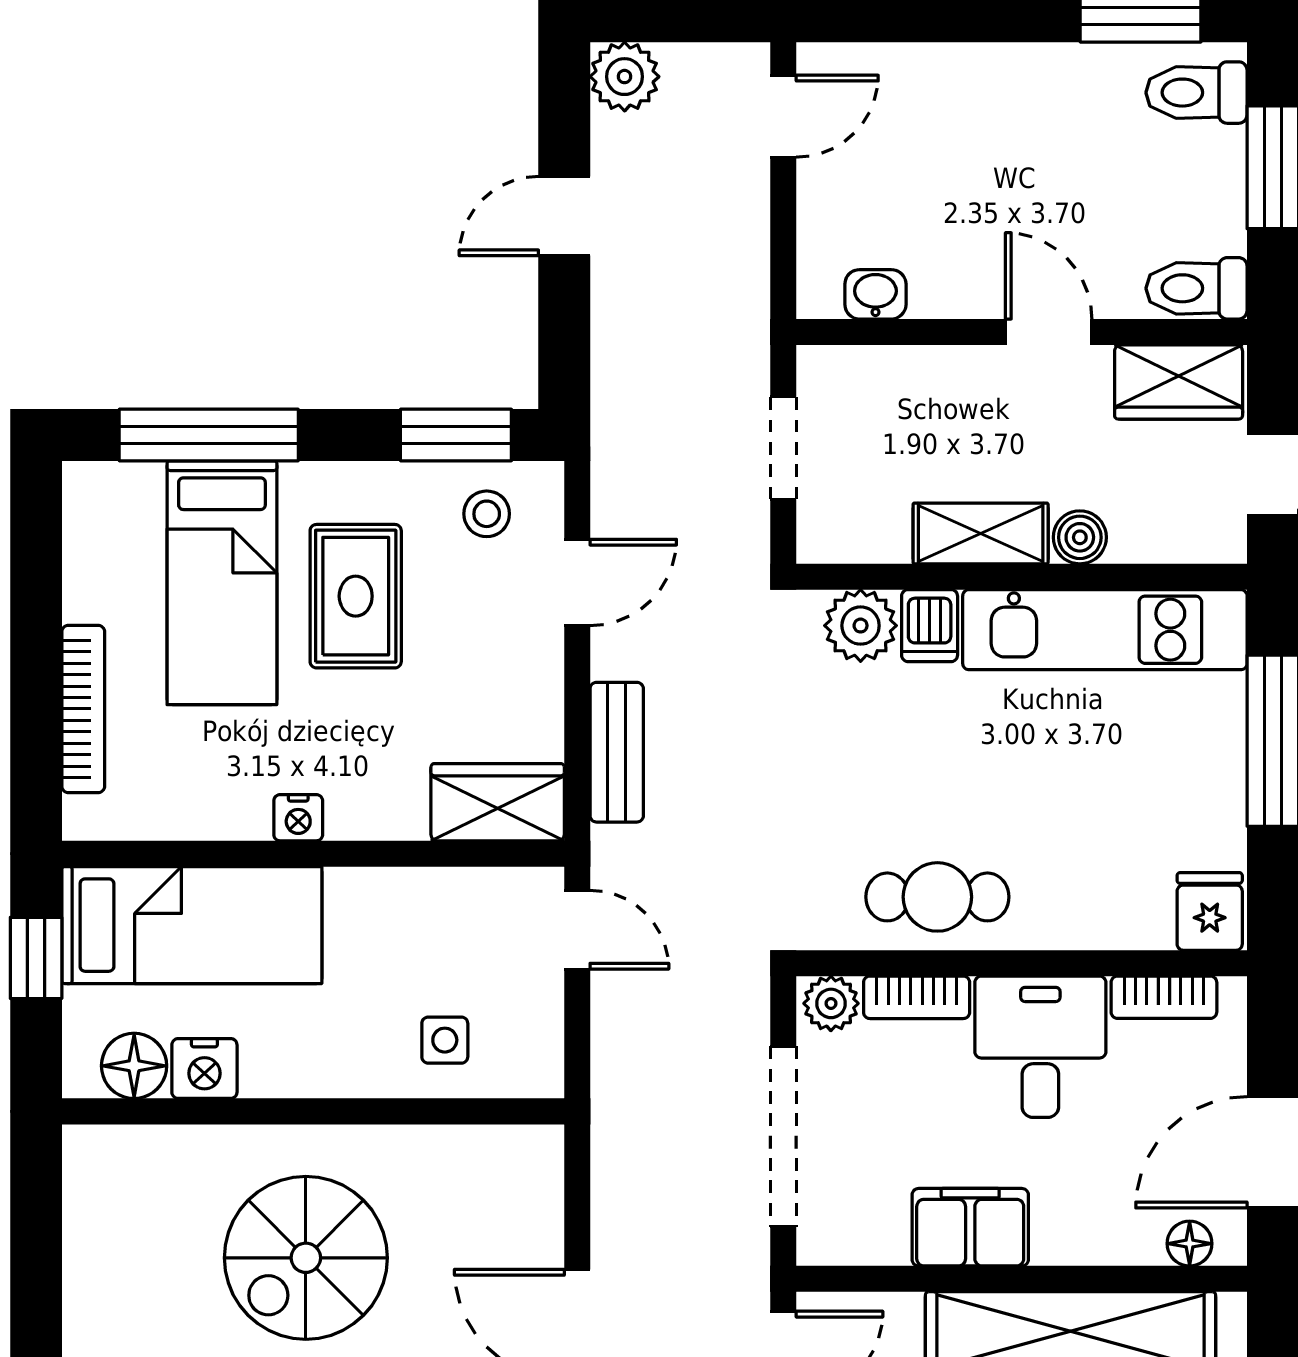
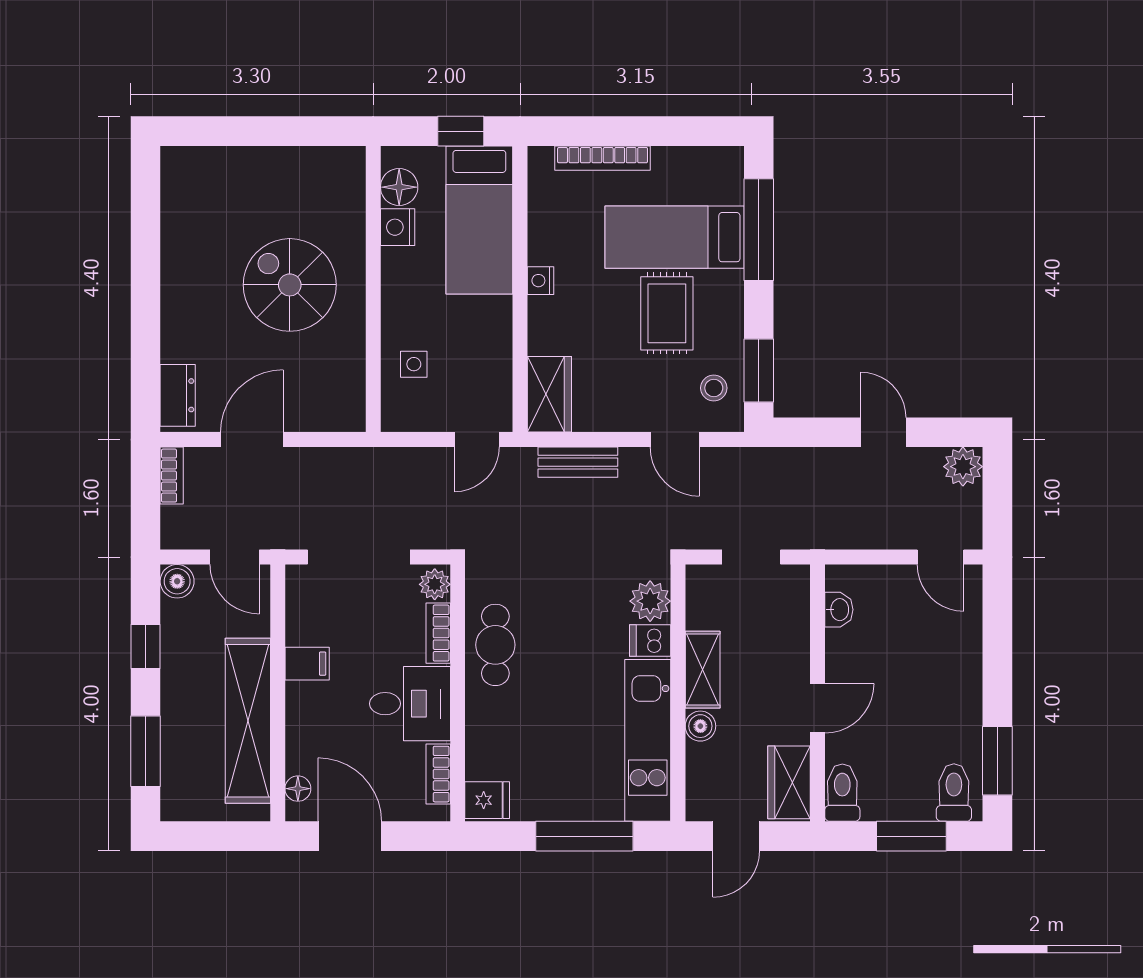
rug: (356, 596) -> (667, 313), turned 90
filing cabinet: (970, 1227) -> (307, 664), width x0.50

